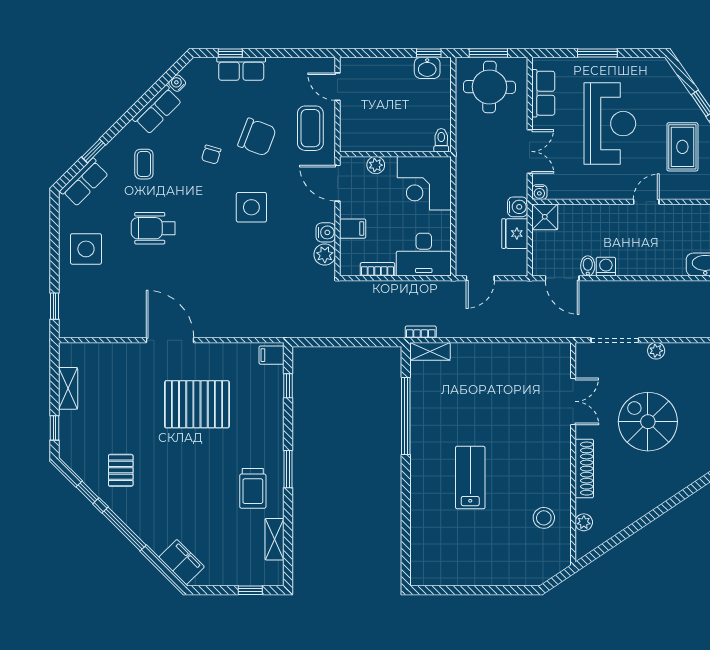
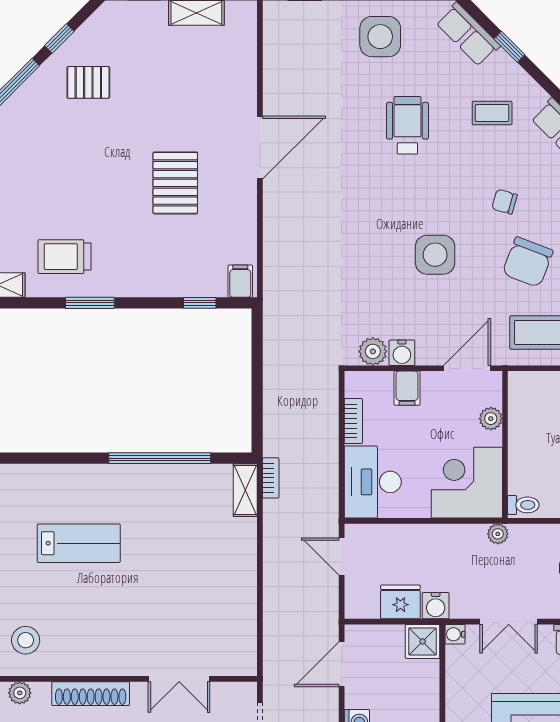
plant: (463, 160) -> (498, 534), added
bidet: (588, 266) -> (358, 698), removed
pallet: (197, 404) -> (175, 183), width x0.73, depth x0.71

